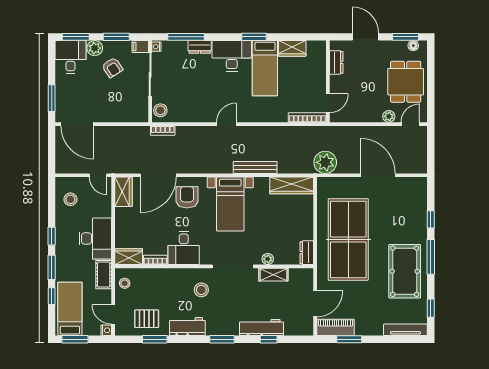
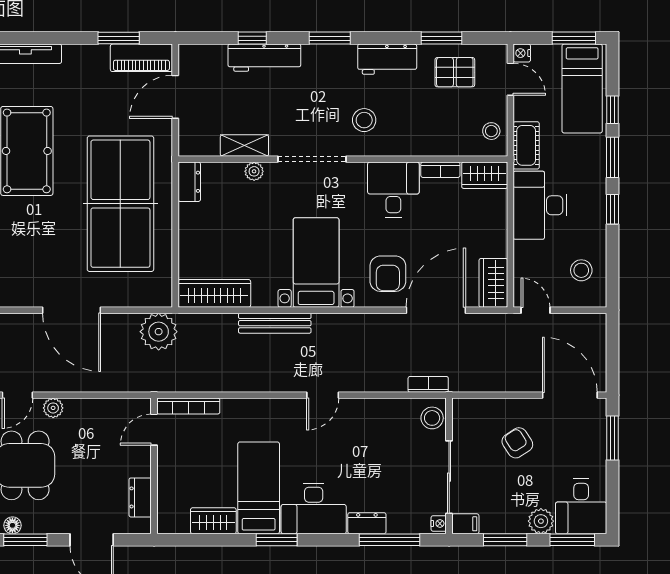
armchair: (112, 68) -> (517, 443), moved

